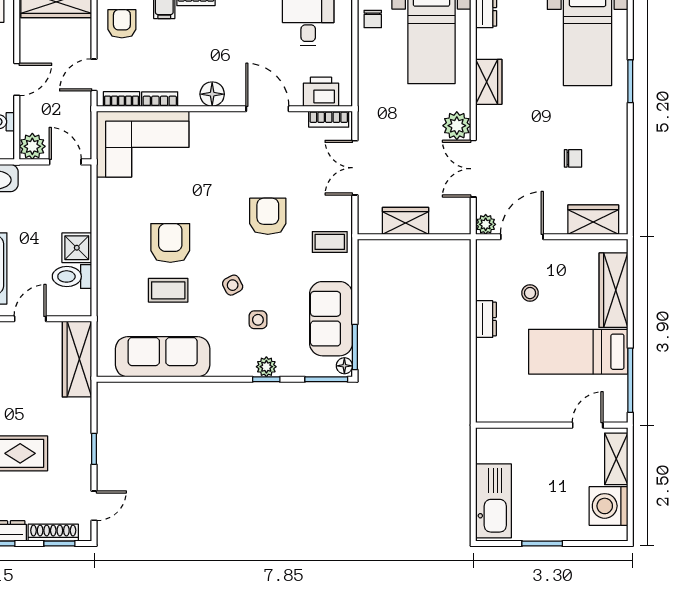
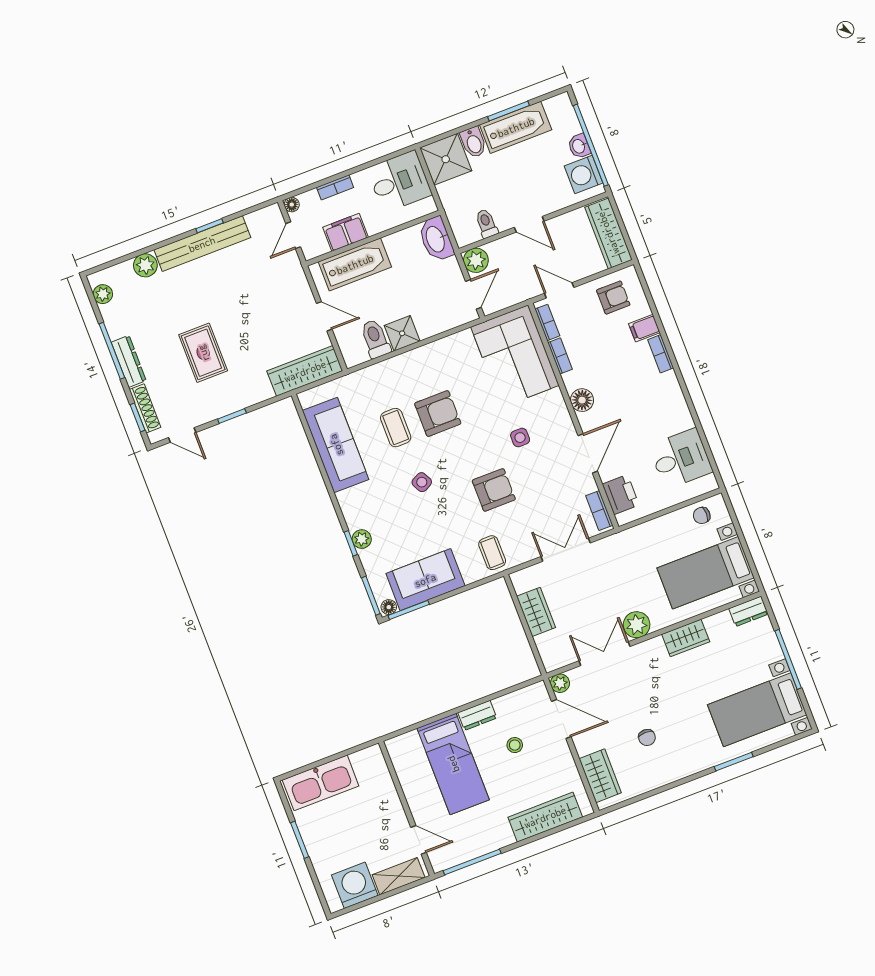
side table: (258, 320) -> (520, 438), moved
bed: (578, 352) -> (453, 764), moved, turned 180

